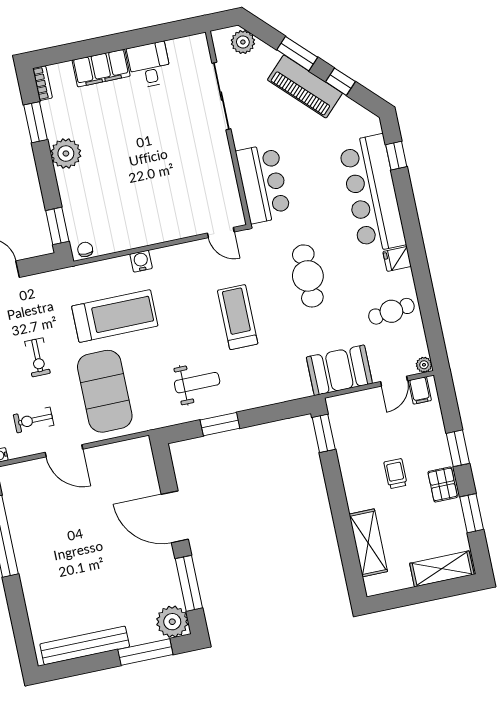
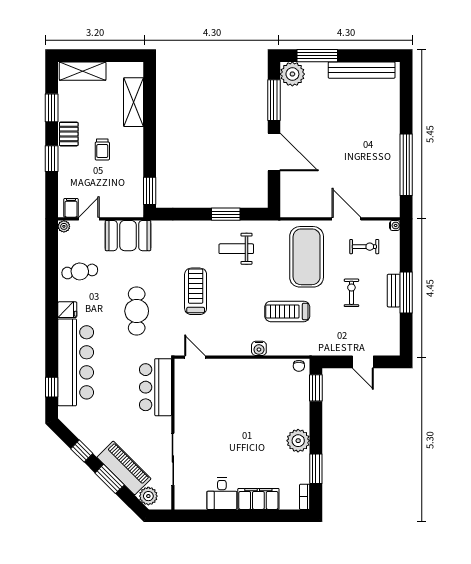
piano: (305, 86) -> (124, 468), moved
treadmill: (115, 316) -> (287, 311), width x0.73, depth x0.73
treadmill: (238, 317) -> (196, 291), turned 180

